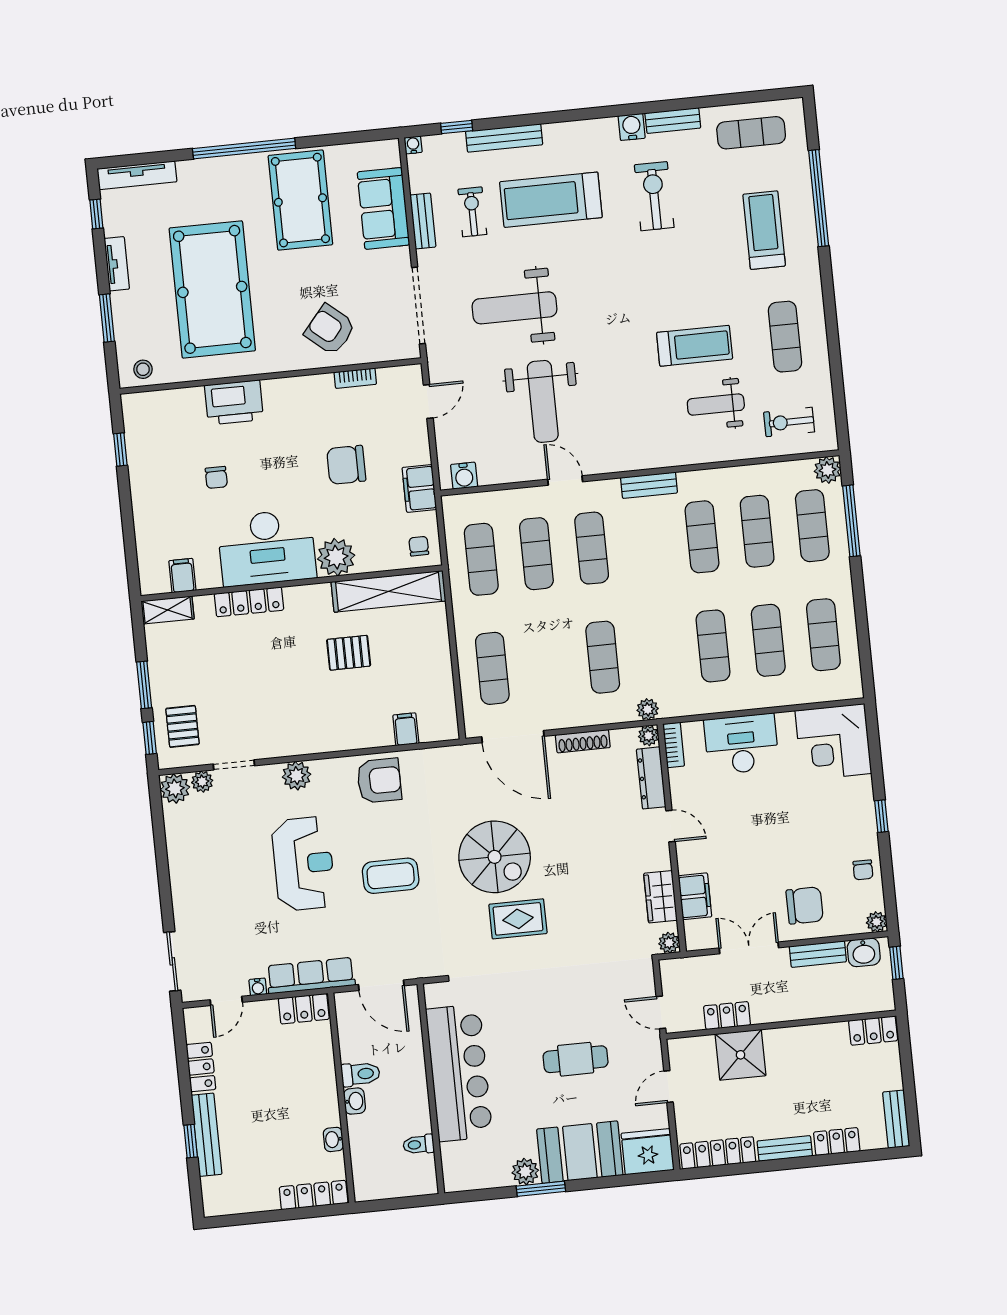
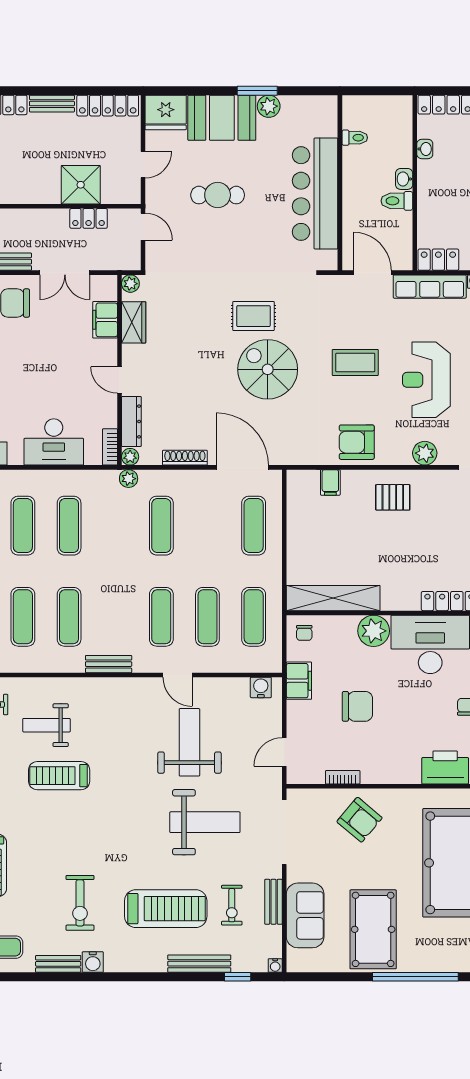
weight bench: (716, 405) -> (46, 725), turned 180
pallet: (349, 653) -> (393, 497), moved

